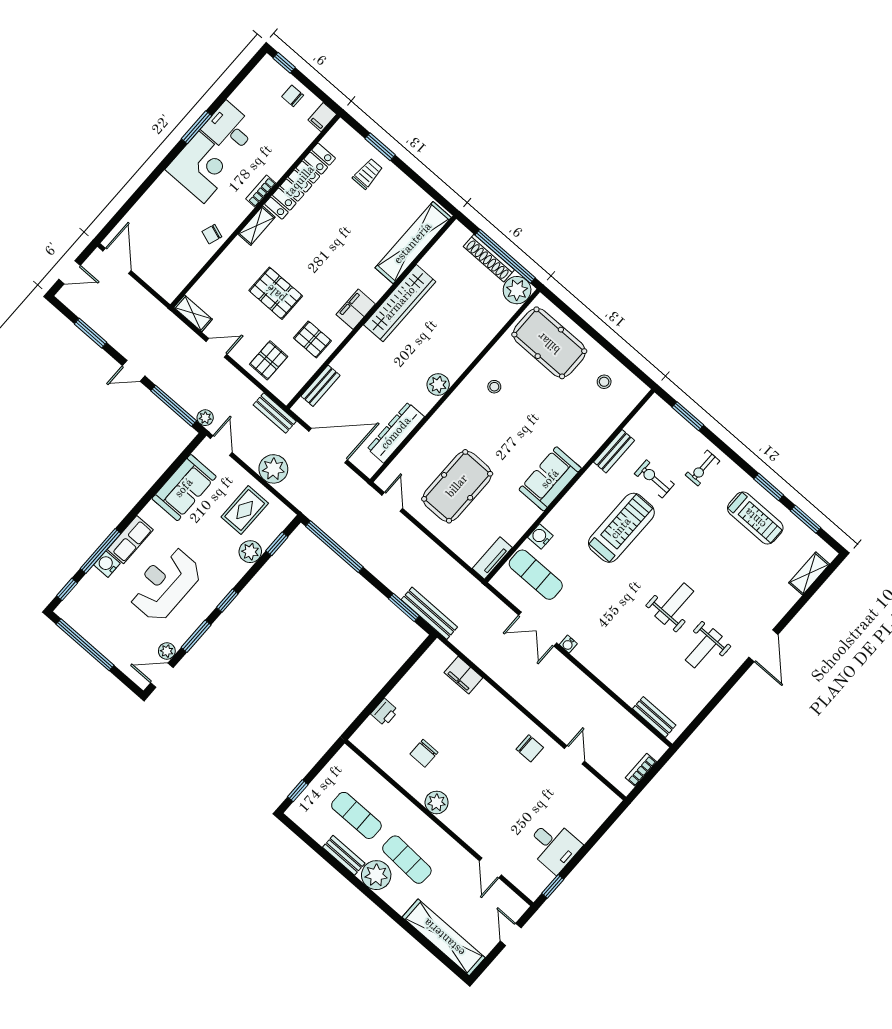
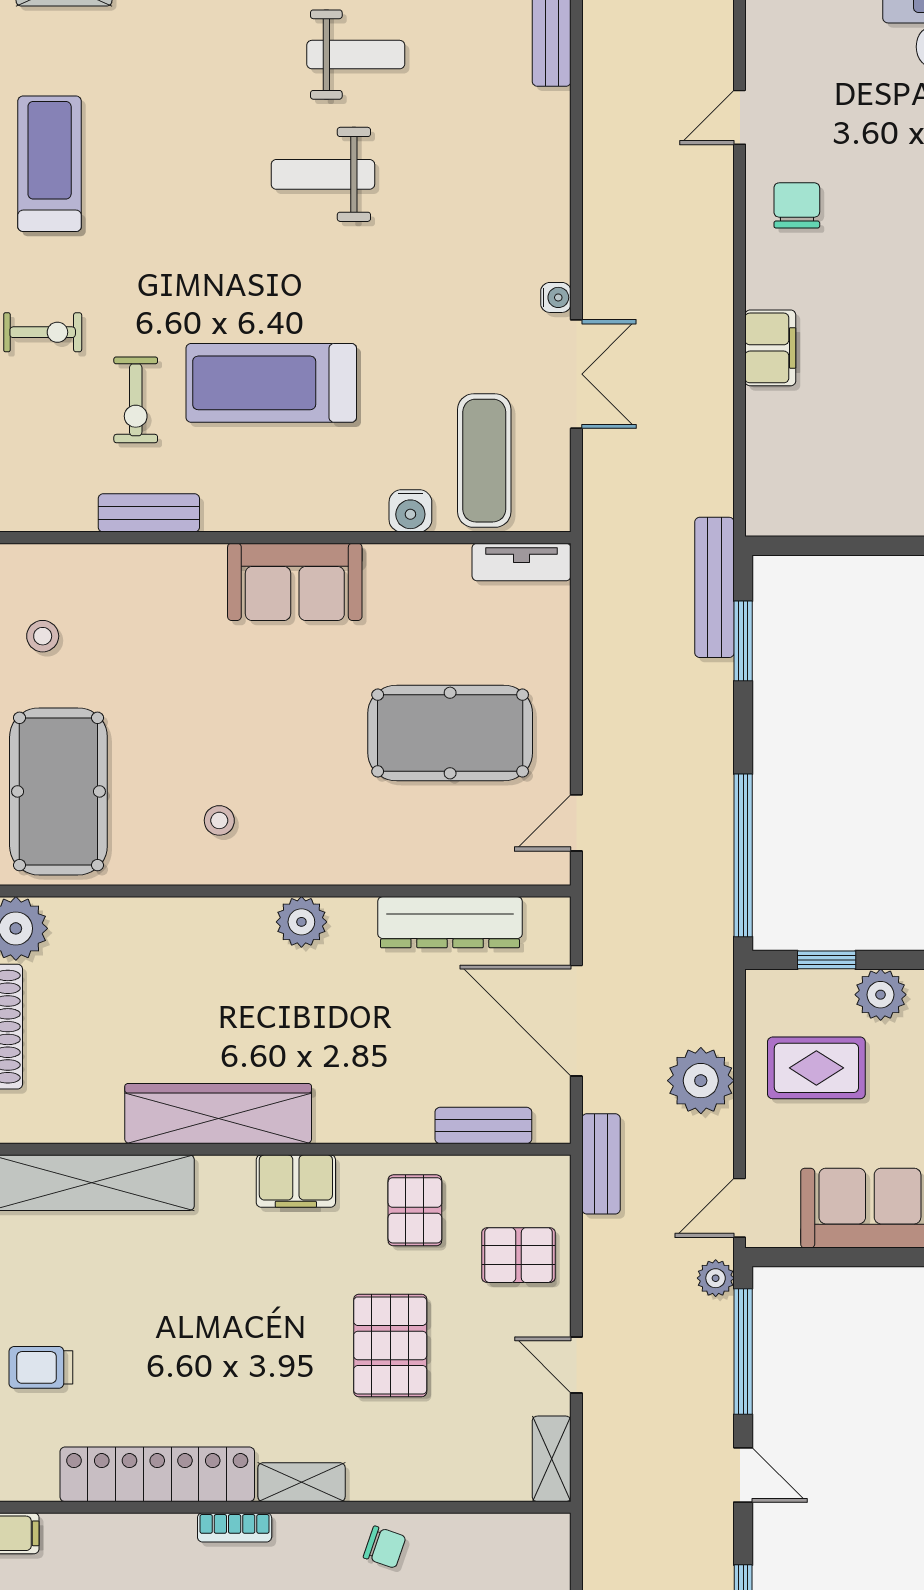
filing cabinet: (463, 675) -> (770, 348), moved

